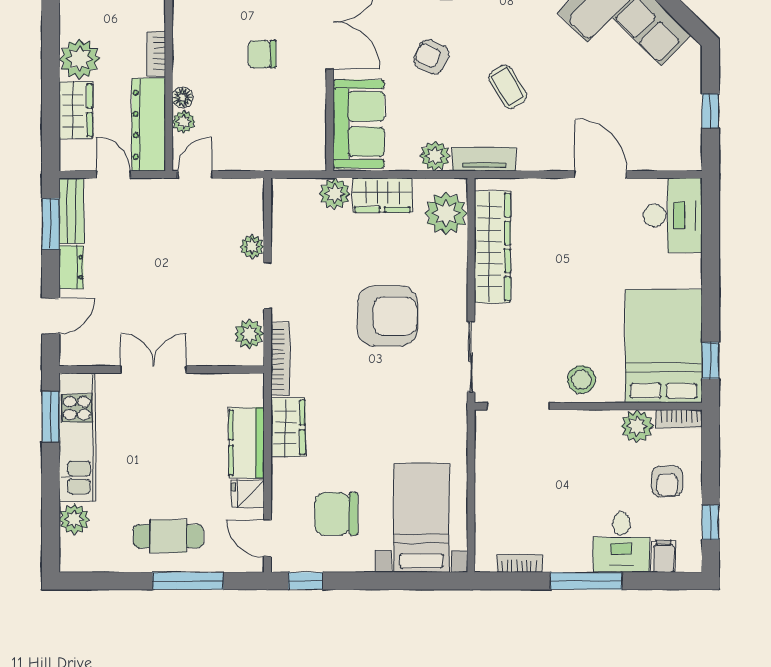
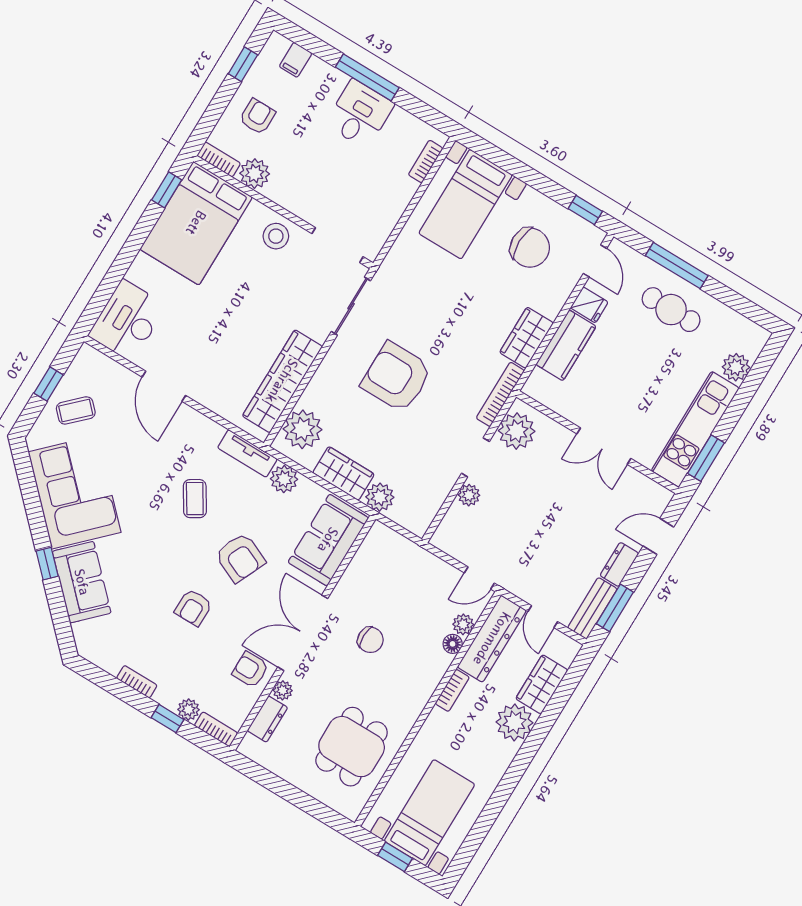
armchair: (431, 57) -> (240, 558), width x1.38, depth x1.38
coffee table: (670, 101) -> (76, 410), added
plant: (249, 334) -> (517, 431), width x1.36, depth x1.36
desk: (621, 542) -> (360, 114), moved
bookcase: (520, 563) -> (426, 161), moved, turned 90

